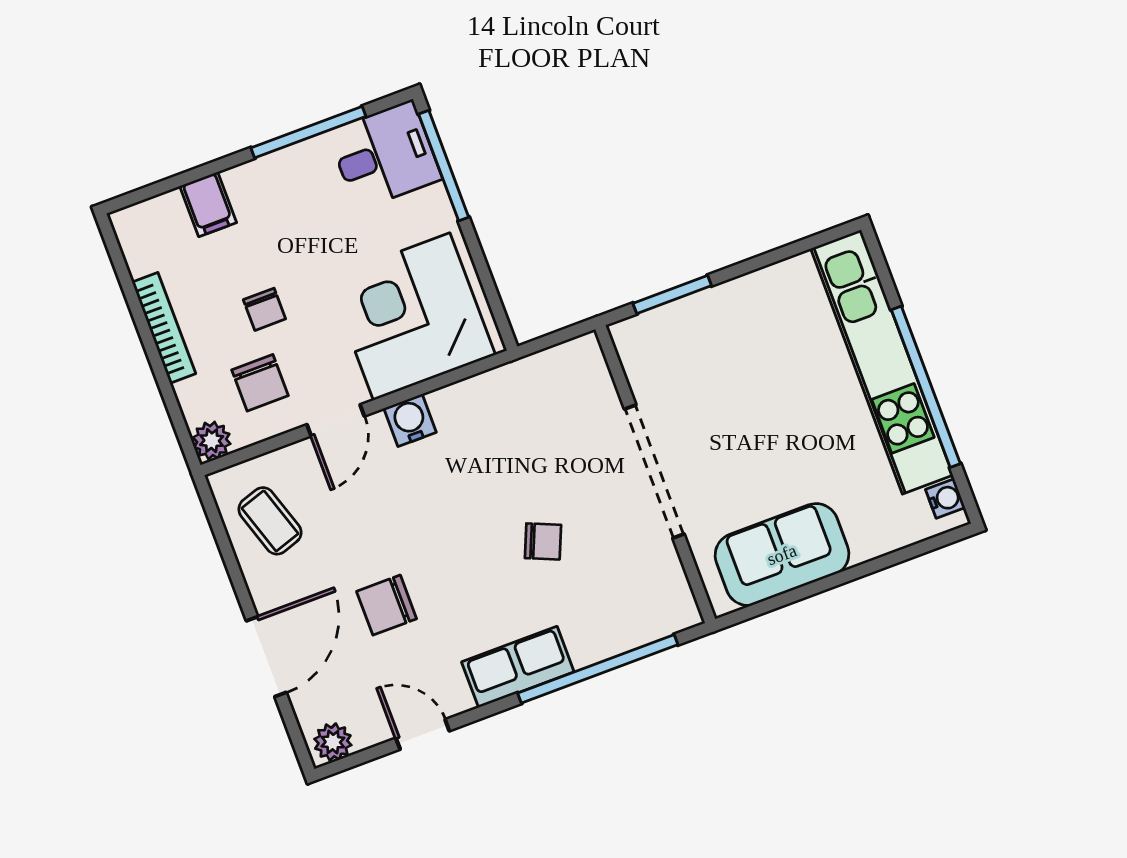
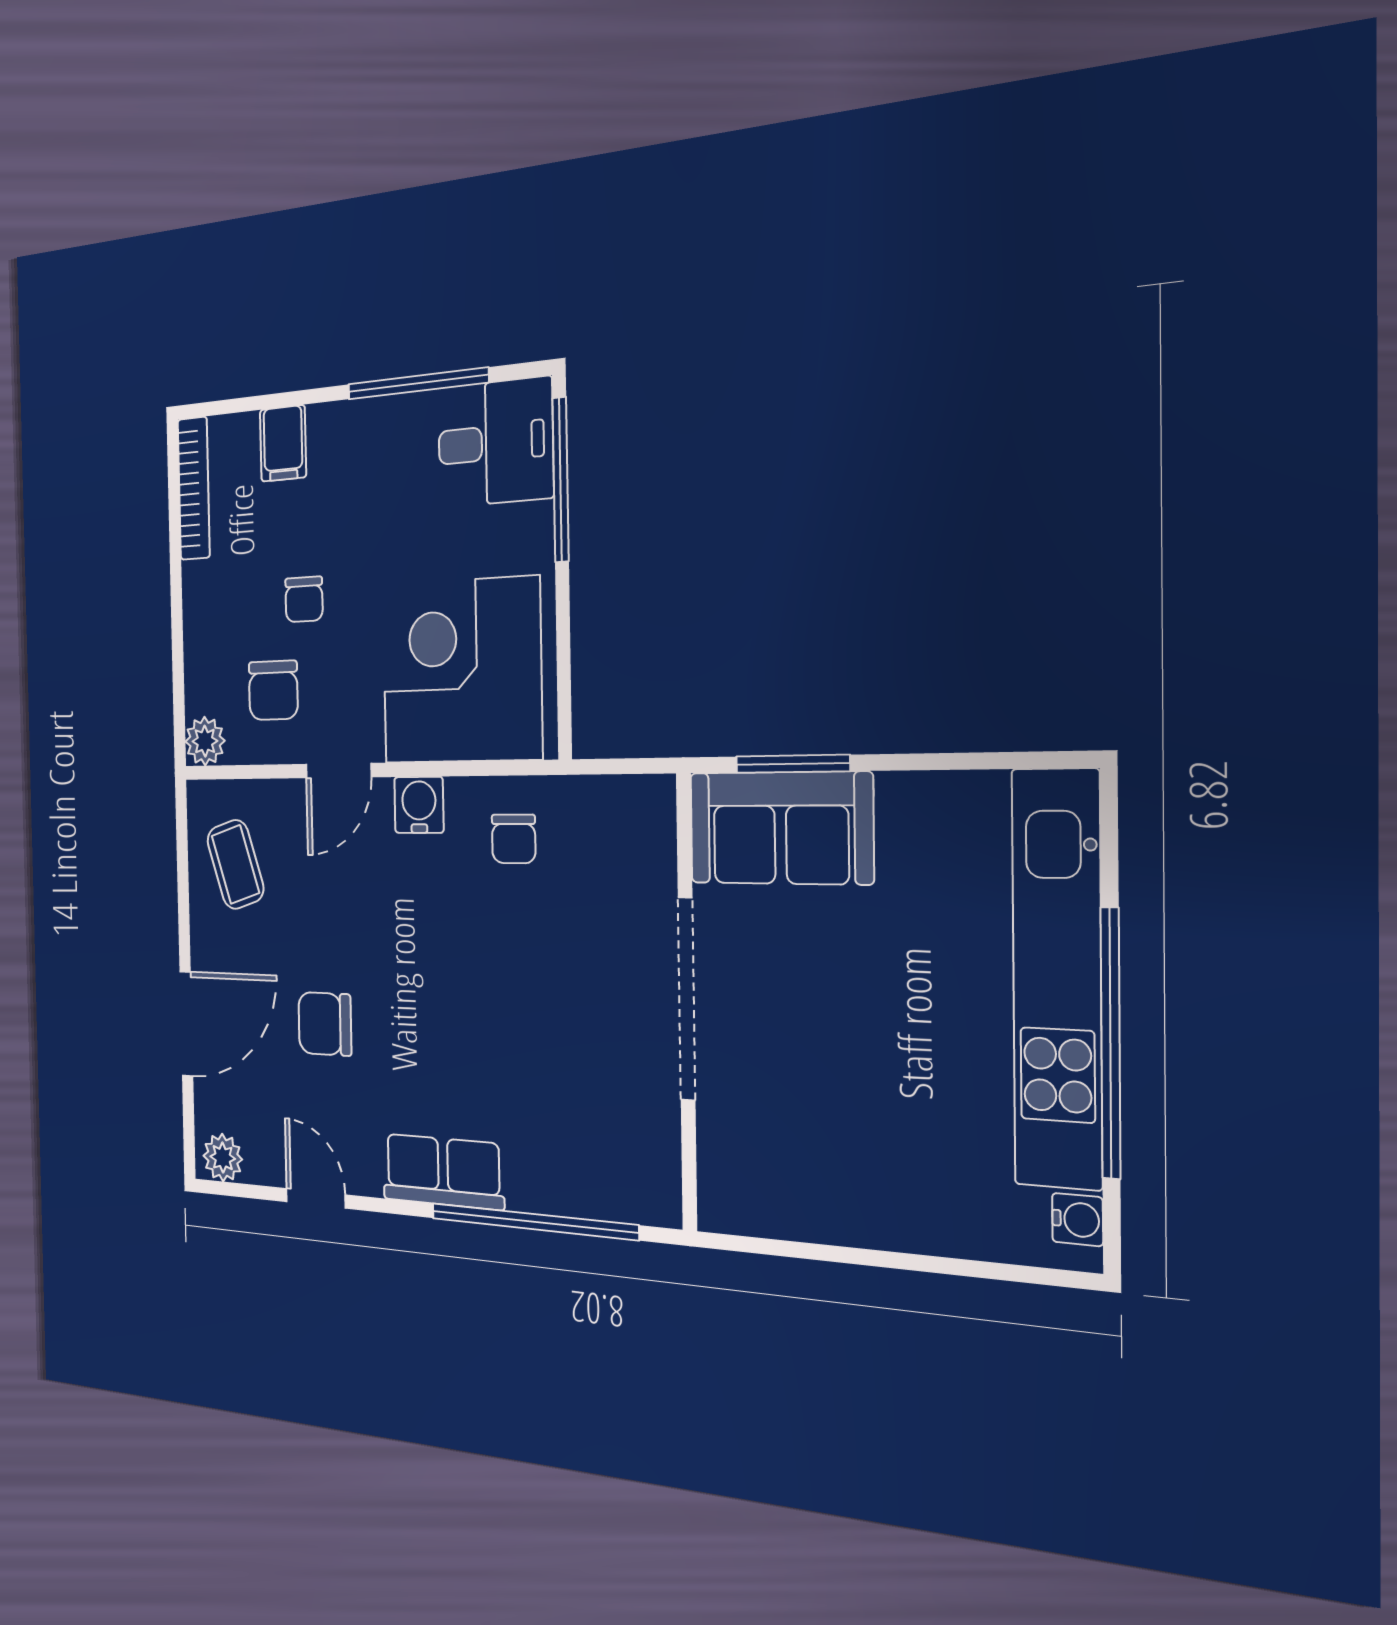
bookcase: (164, 328) -> (194, 488), moved
chair: (543, 541) -> (514, 839), moved, turned 67
sofa: (782, 555) -> (780, 828), moved, turned 180

